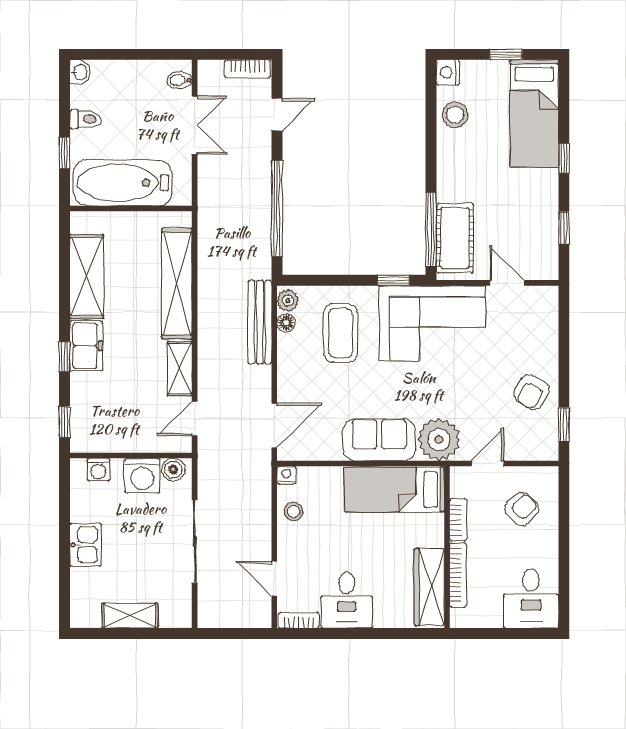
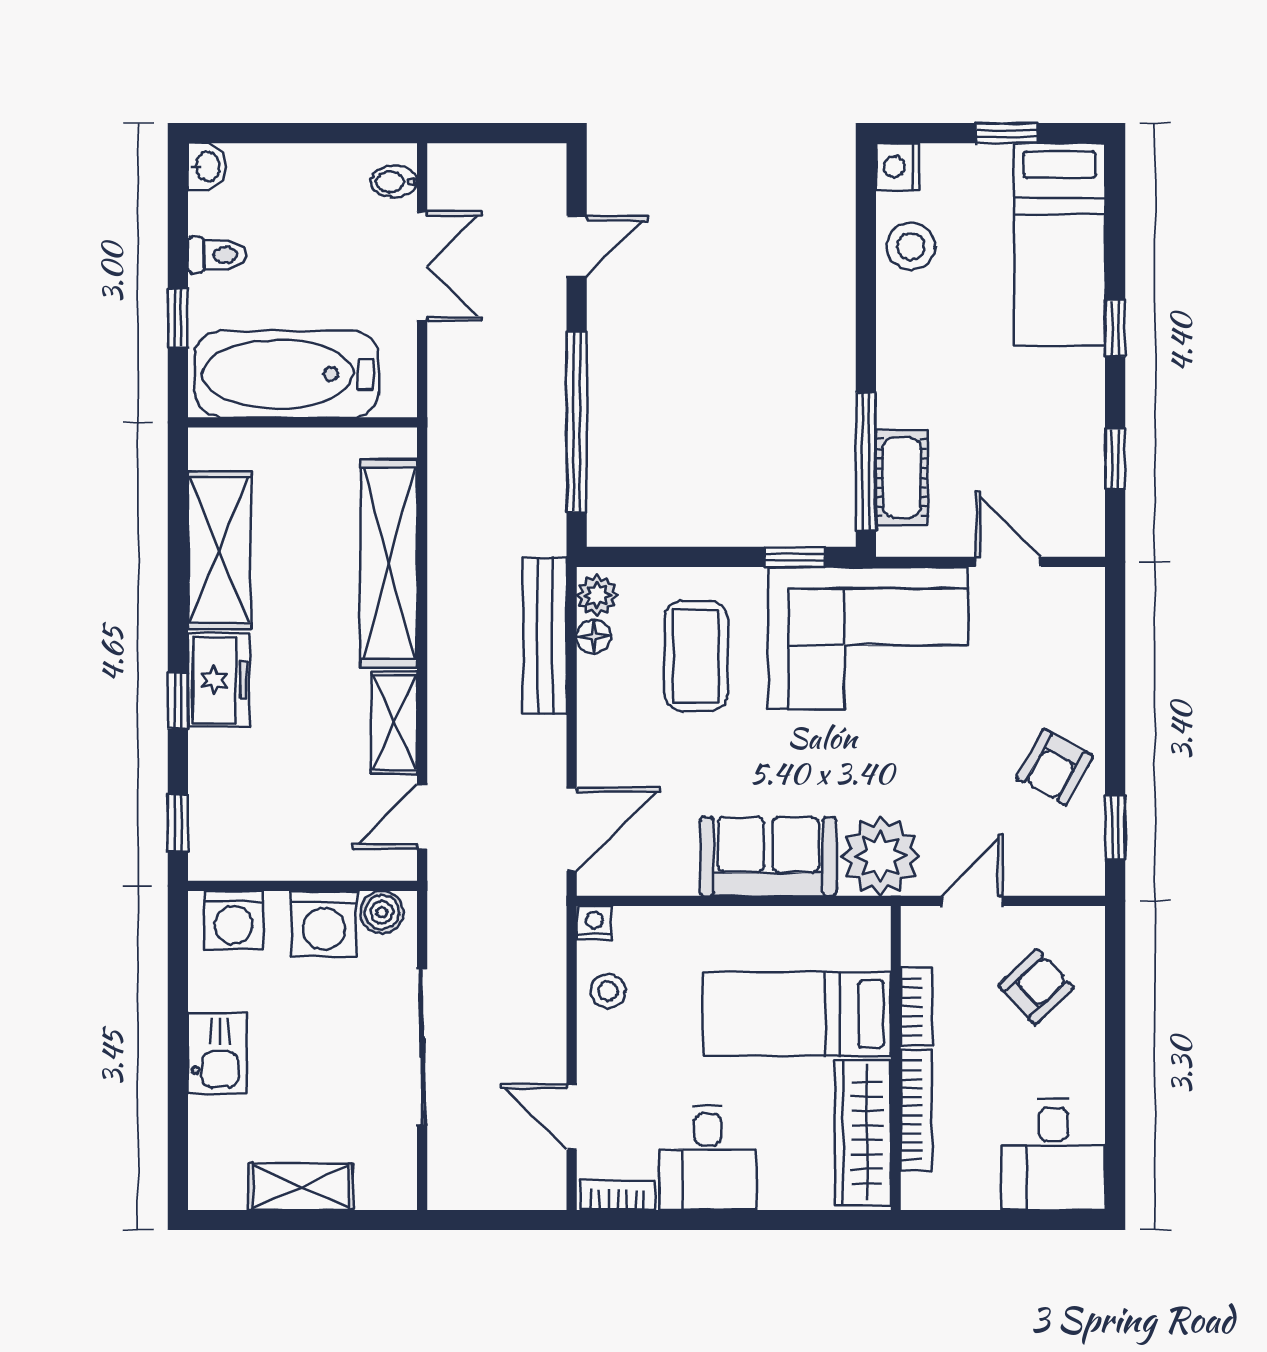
bookcase: (248, 69) -> (522, 160), removed
cot: (455, 238) -> (902, 478), width x0.73, depth x0.75
washing machine: (98, 470) -> (234, 920), width x1.38, depth x1.38
bed: (394, 490) -> (797, 1014), moved

